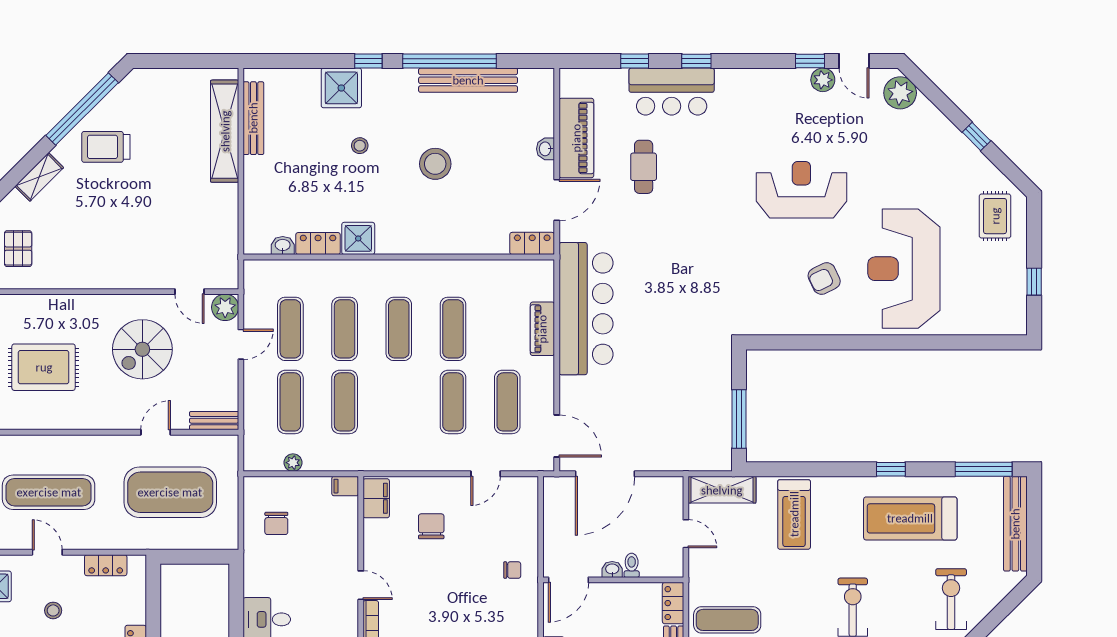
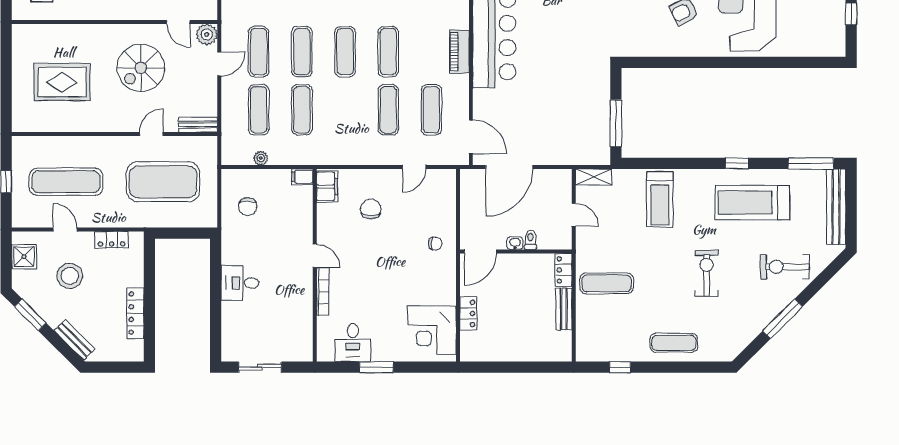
shelving: (722, 490) -> (593, 177), width x0.67, depth x0.75
exercise bike: (951, 599) -> (785, 267), turned -90
stool: (53, 610) -> (70, 276), width x1.89, depth x1.89

